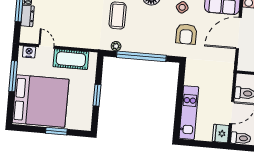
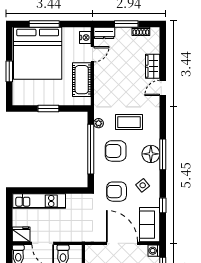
dresser: (27, 16) -> (104, 33), moved
armchair: (145, 31) -> (116, 151), added
window: (13, 76) -> (44, 24), moved

